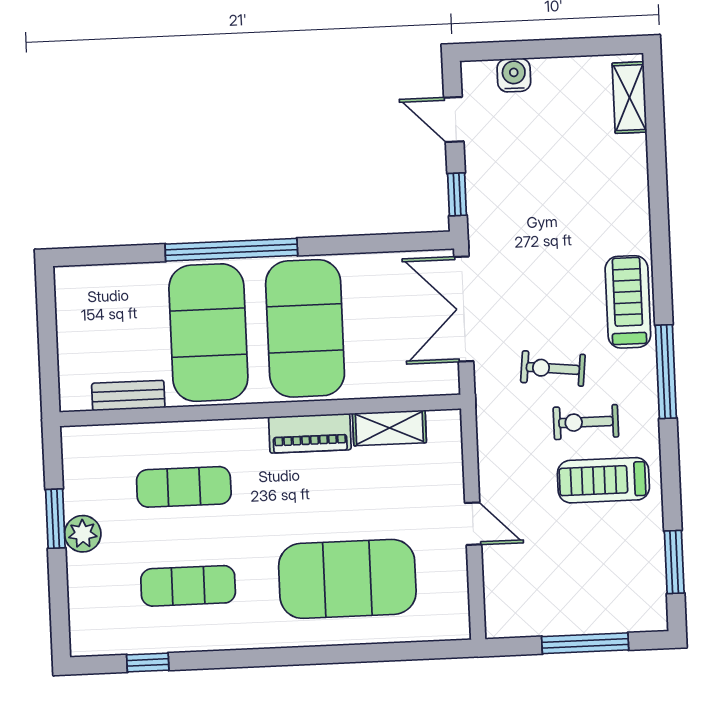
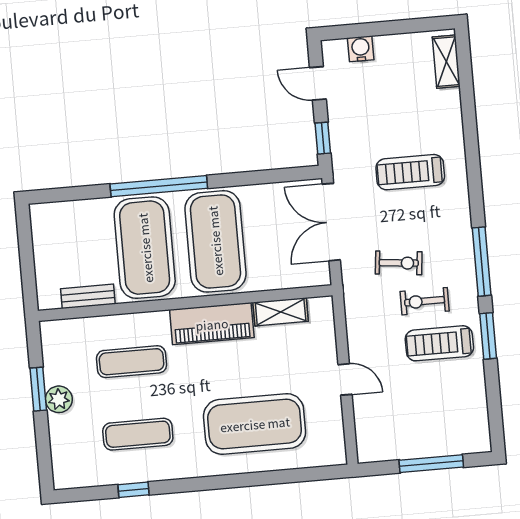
treadmill: (628, 302) -> (410, 172), moved, turned -90
exercise bike: (553, 368) -> (399, 263), turned 180
piano: (310, 433) -> (212, 324), width x1.37, depth x1.33
window: (674, 562) -> (488, 336), moved
window: (148, 662) -> (133, 490), moved

